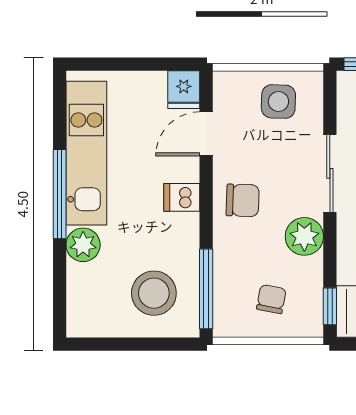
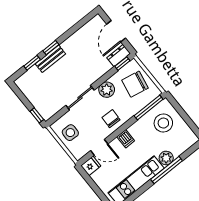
window: (60, 194) -> (167, 170), moved
chair: (271, 299) -> (135, 84), width x1.87, depth x1.87

